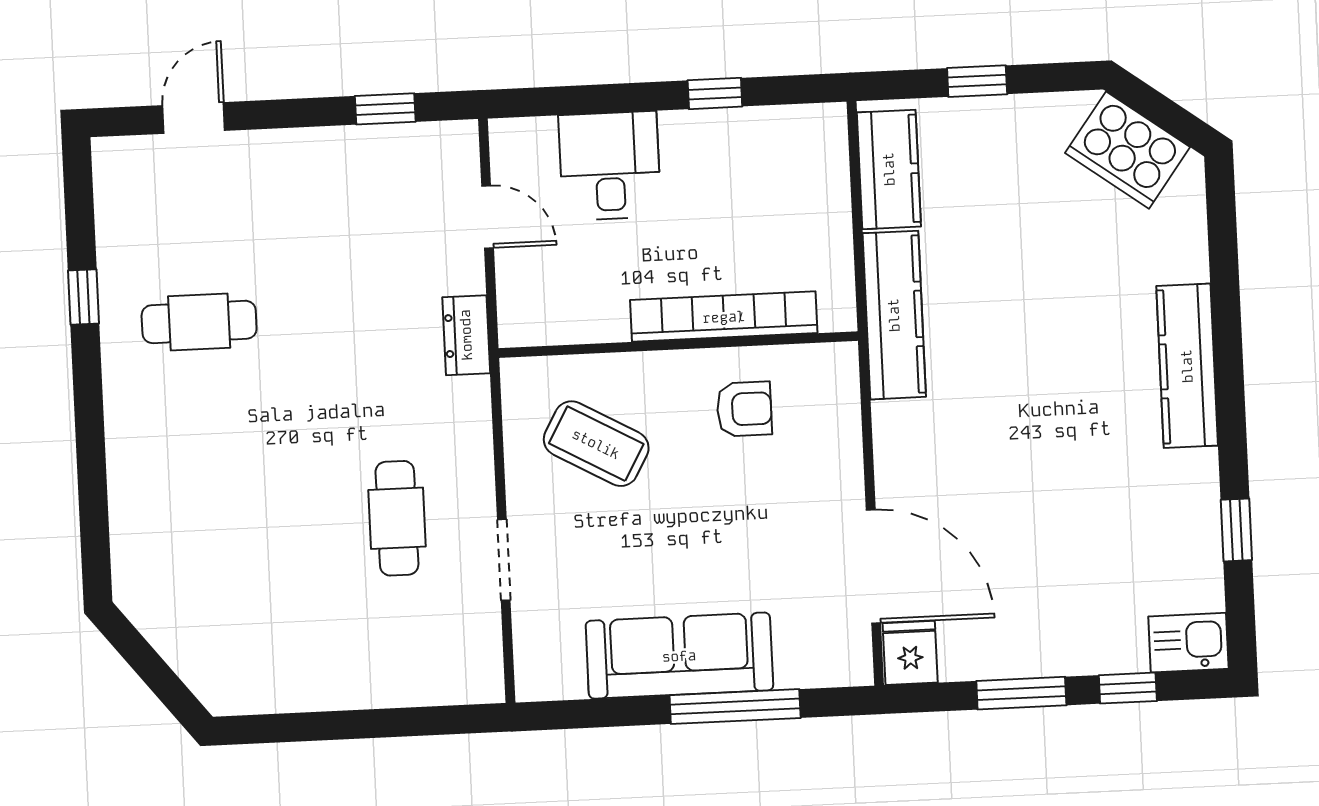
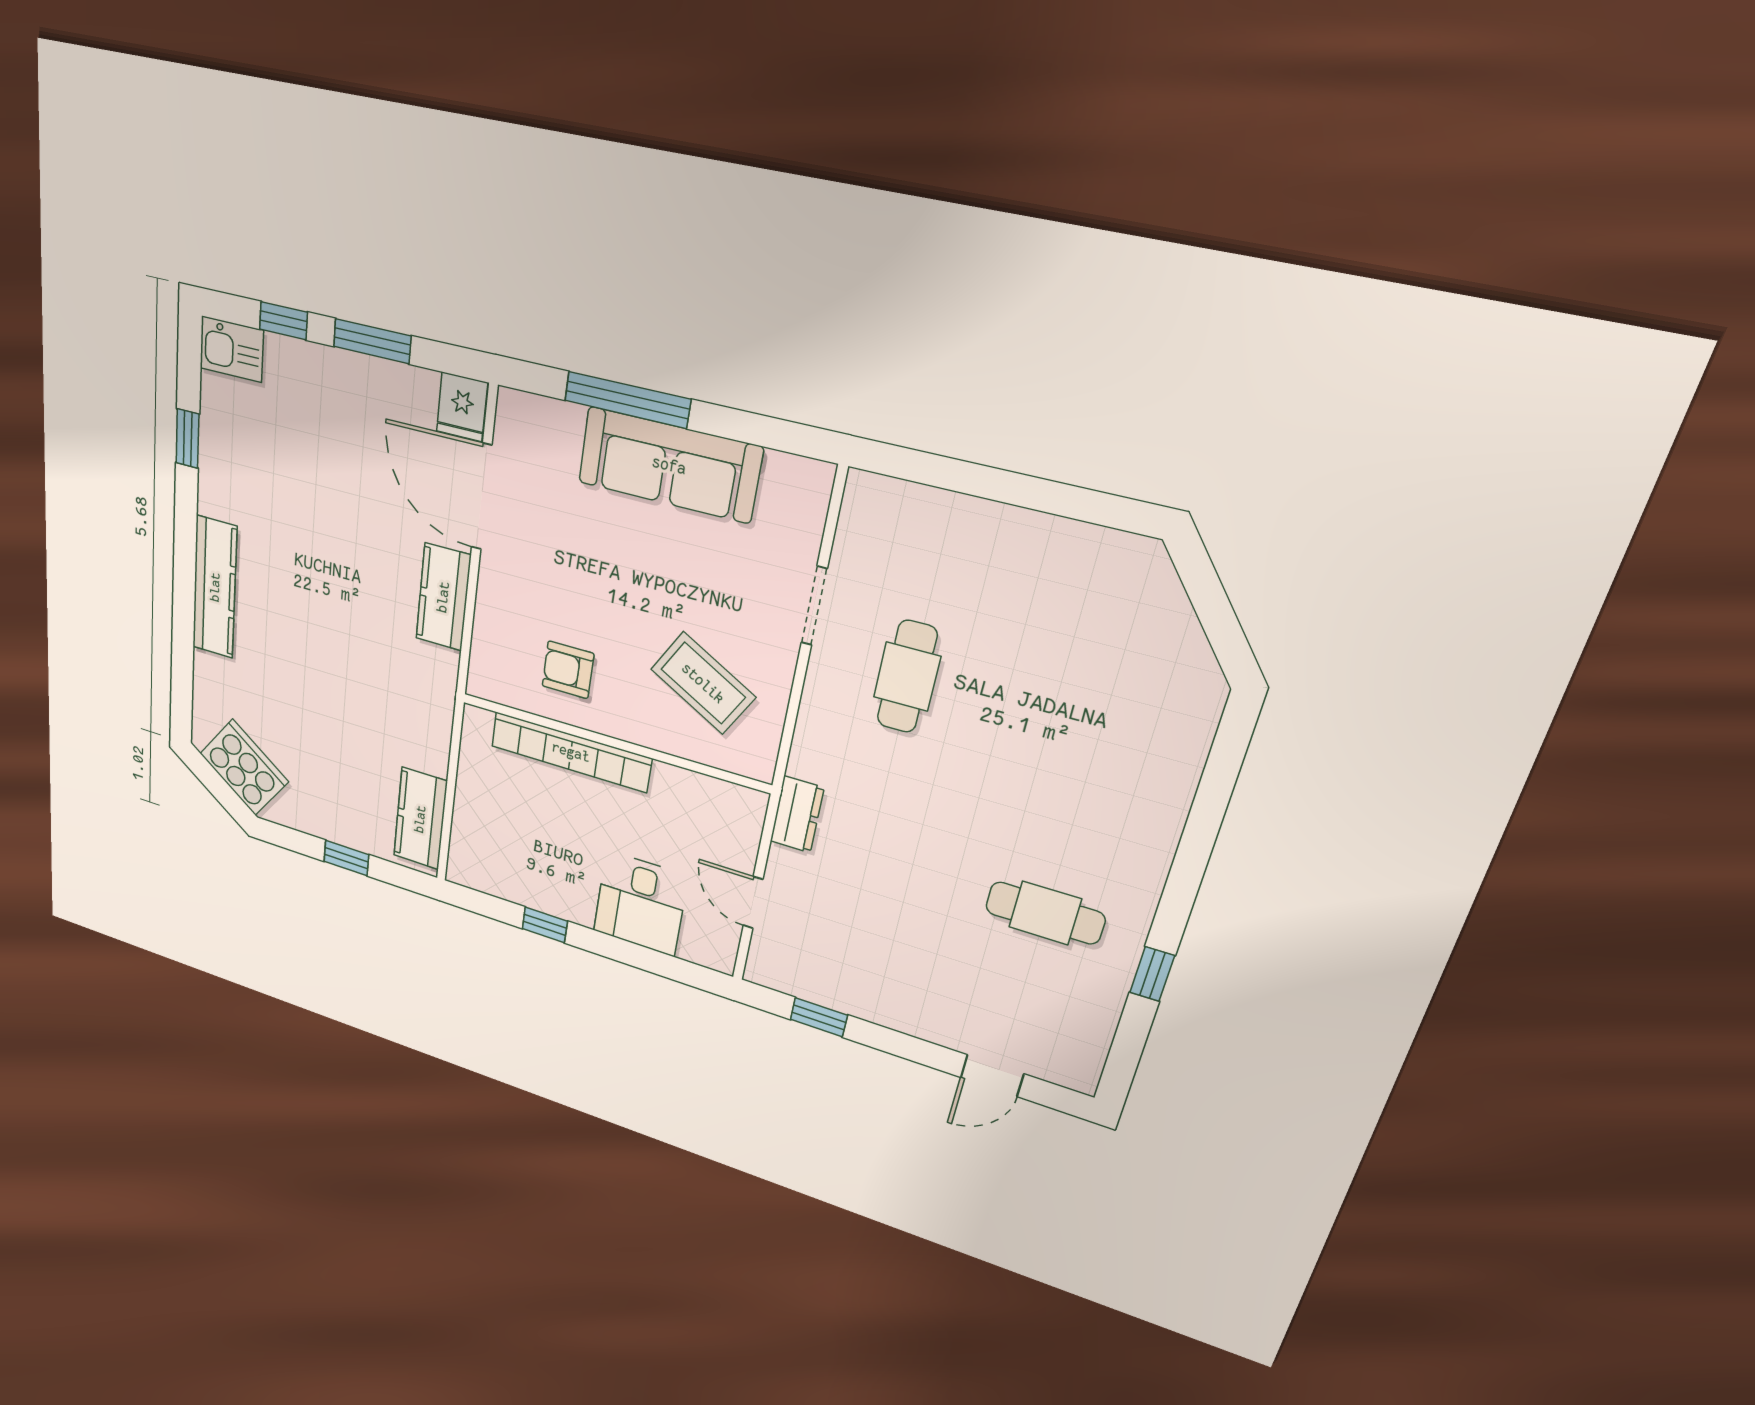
kitchen counter: (894, 315) -> (443, 597), moved, width x0.67

